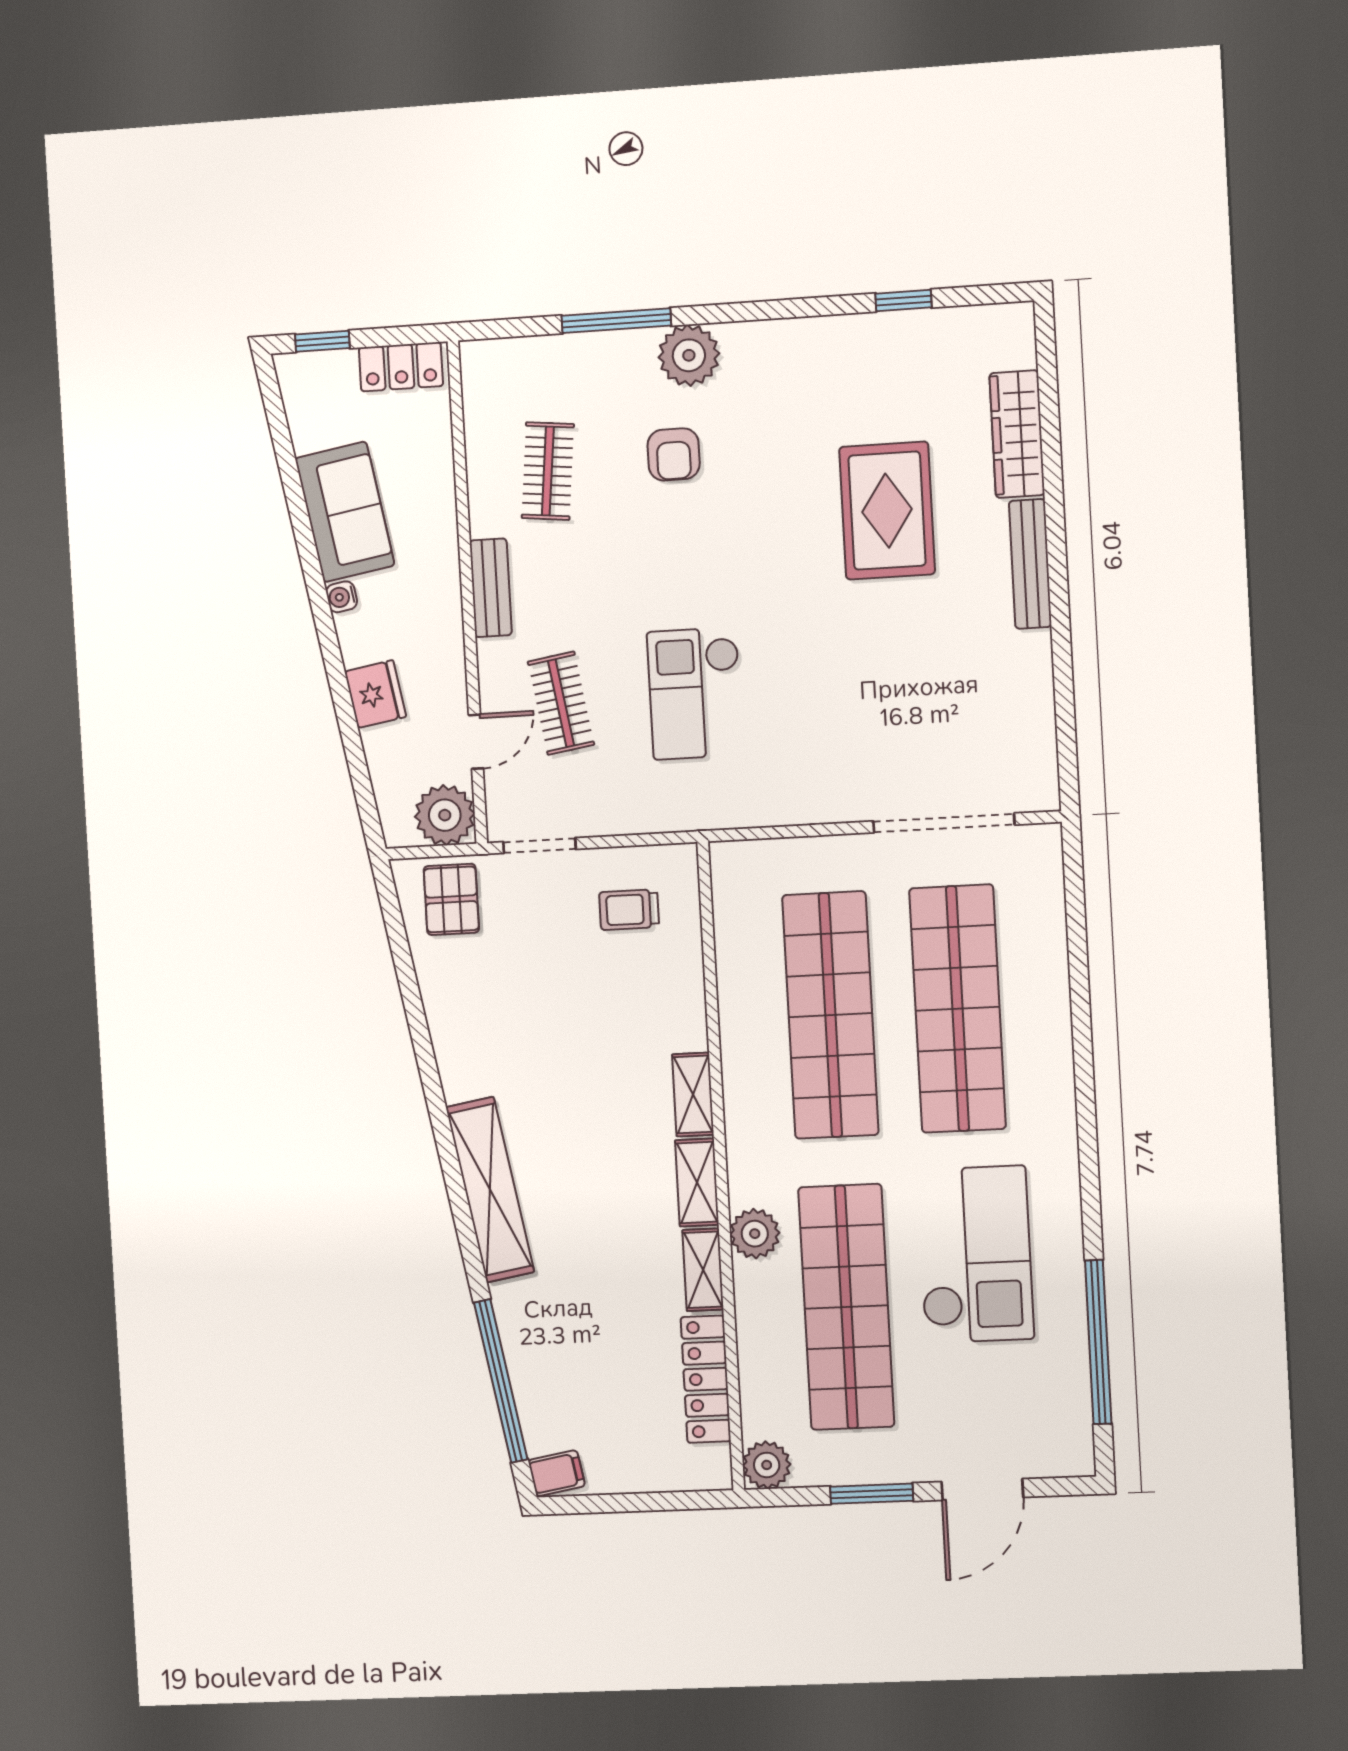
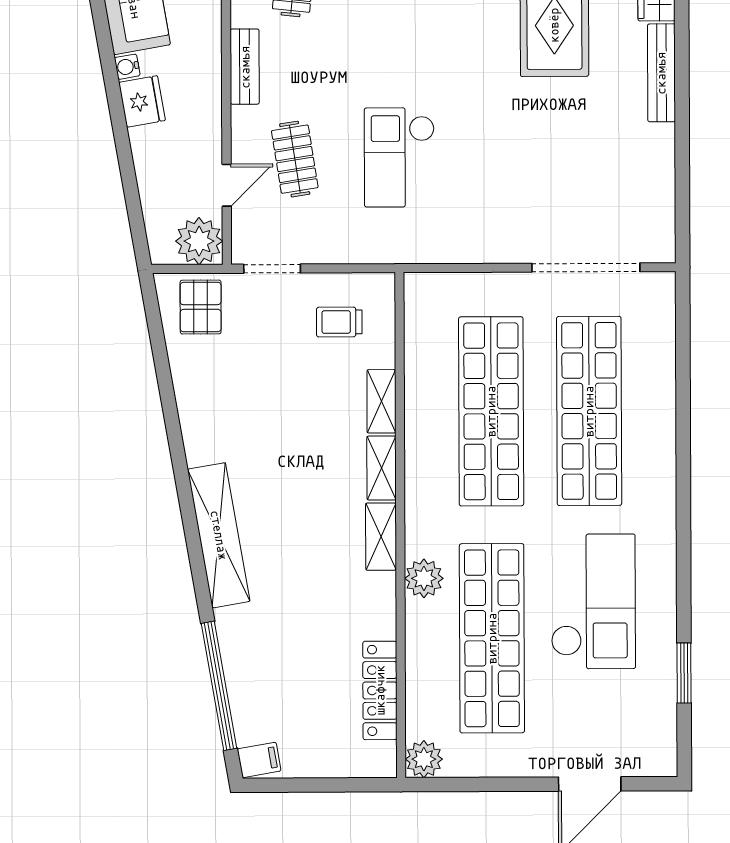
fridge: (375, 694) -> (142, 101), moved
shelving: (703, 1270) -> (381, 401), moved
window: (1098, 1342) -> (684, 673), width x0.47
window: (872, 1494) -> (504, 784), removed

